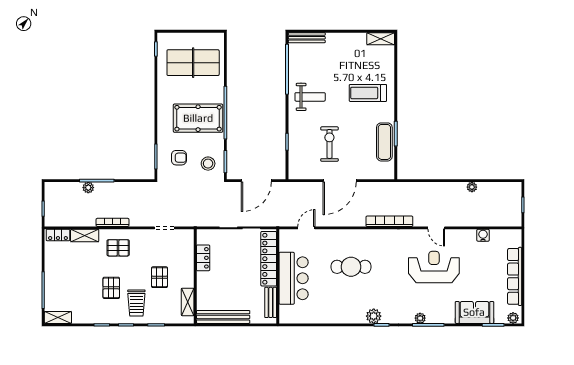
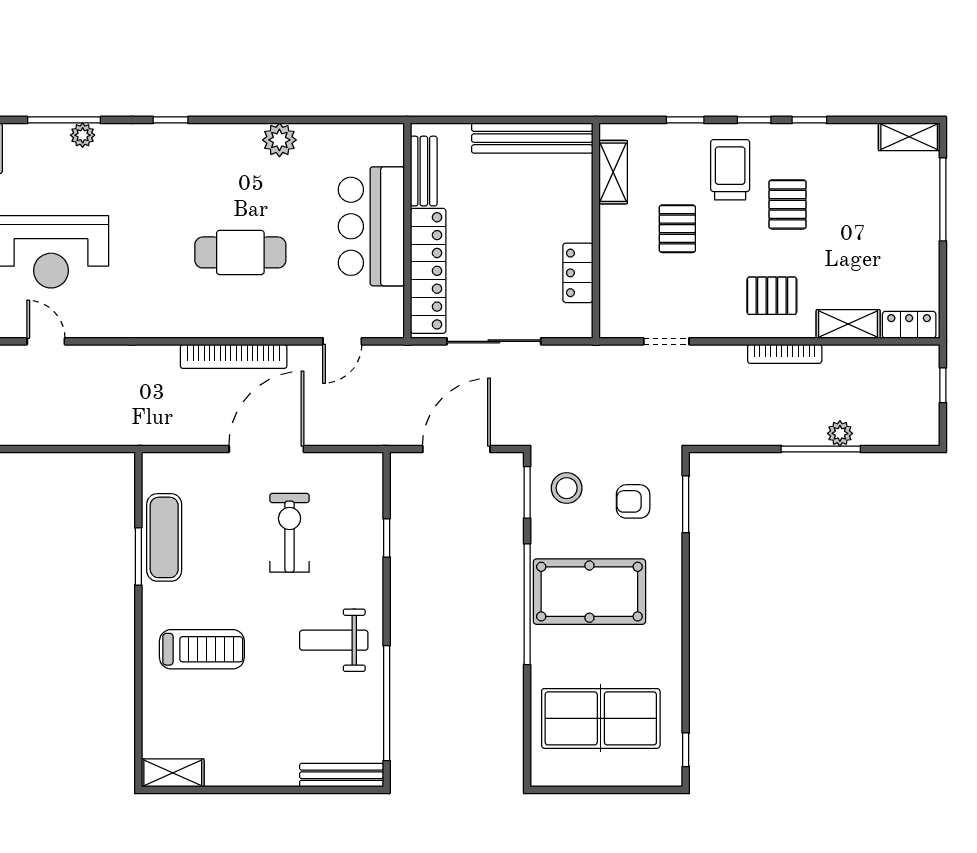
exercise bike: (329, 144) -> (290, 533), turned 180
bookcase: (389, 221) -> (234, 356), moved
plant: (374, 316) -> (279, 140), moved

